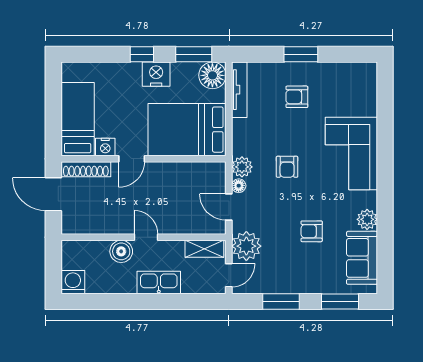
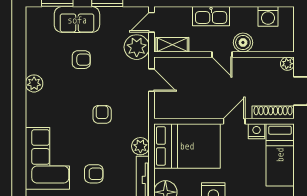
corner sofa: (351, 154) -> (47, 158), moved
plant: (242, 167) -> (140, 146), moved
floor lamp: (239, 186) -> (143, 98), removed
plant: (367, 219) -> (34, 83), moved
plant: (69, 226) -> (287, 64), added
sofa: (362, 258) -> (77, 20), moved, turned 90
washing machine: (73, 282) -> (268, 16), moved

